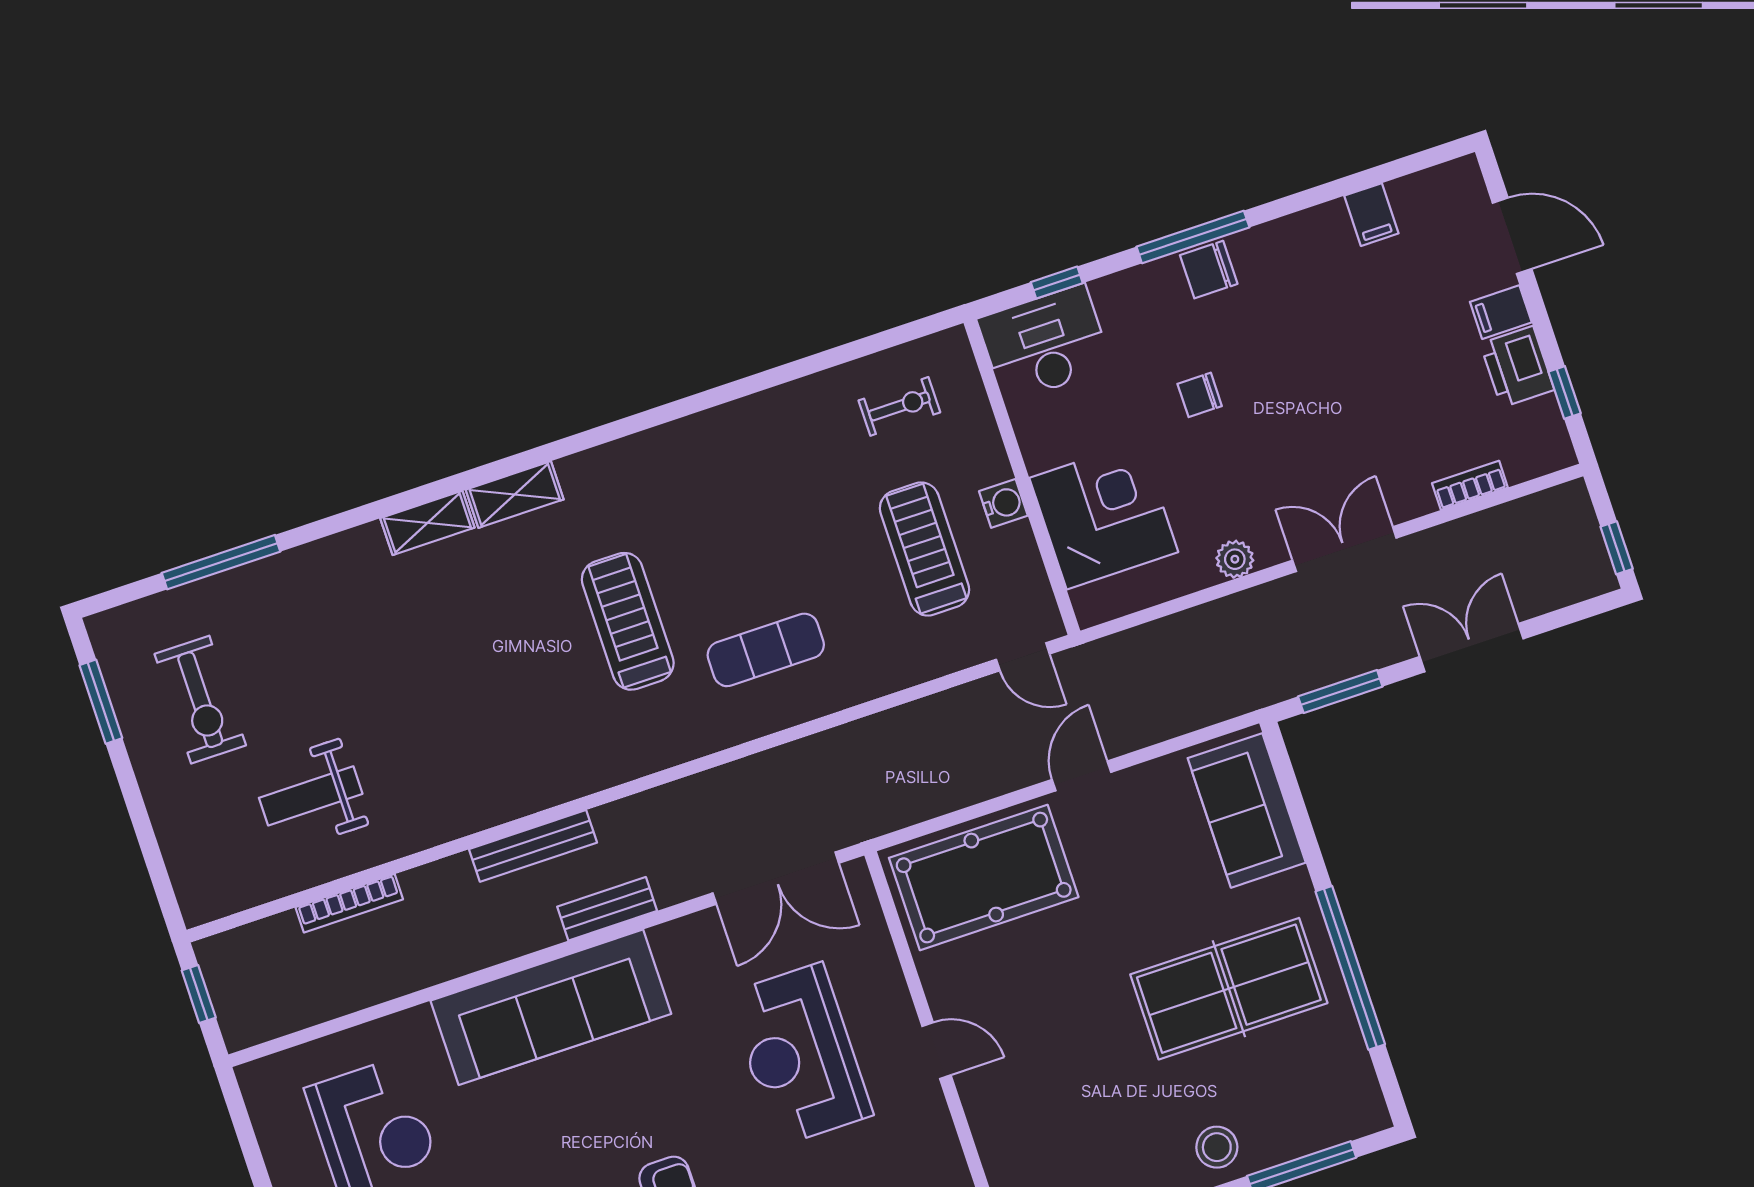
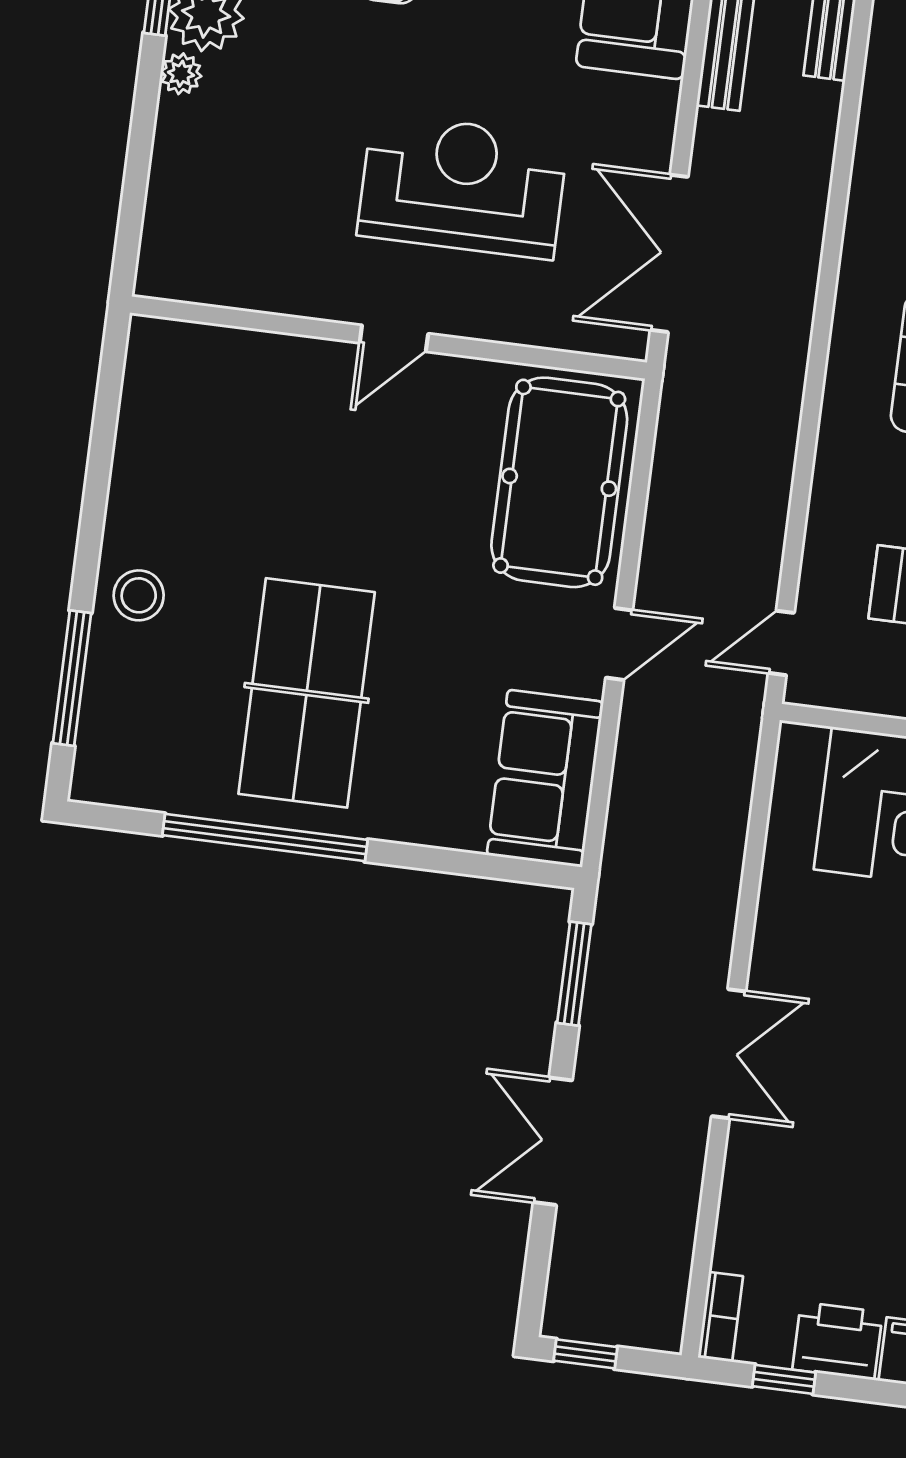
bookcase: (1470, 485) -> (720, 1317), moved
plant: (1235, 559) -> (776, 928), removed
double door: (1472, 648) -> (553, 1141), swing flipped
door: (1082, 776) -> (619, 644), hinge flipped
sofa: (1247, 810) -> (545, 778), moved, turned -90

